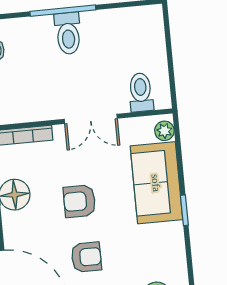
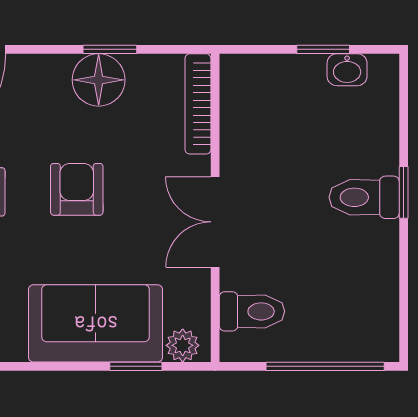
window: (63, 11) -> (404, 192), width x0.46
window: (169, 47) -> (325, 366), added
window: (184, 210) -> (136, 366), moved

